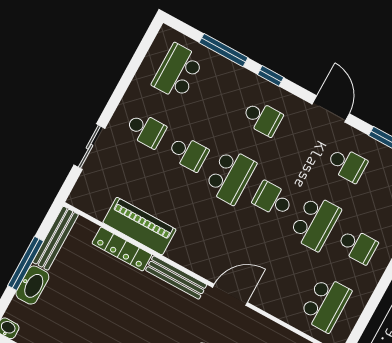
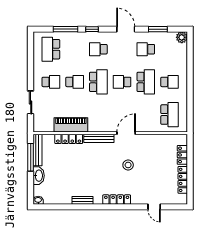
school desk: (262, 118) -> (98, 49), turned 180
school desk: (347, 164) -> (146, 49), turned 180
window: (26, 263) -> (31, 157), moved

